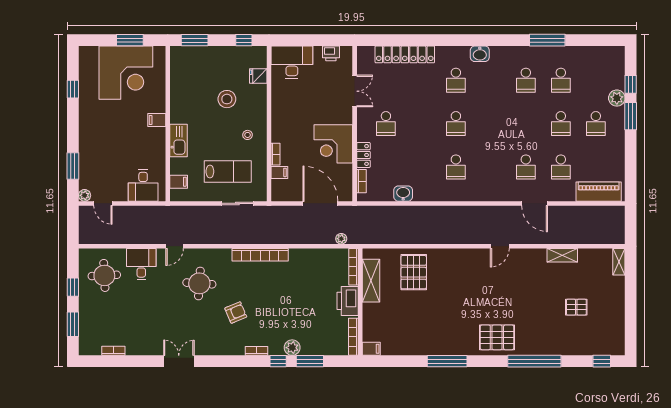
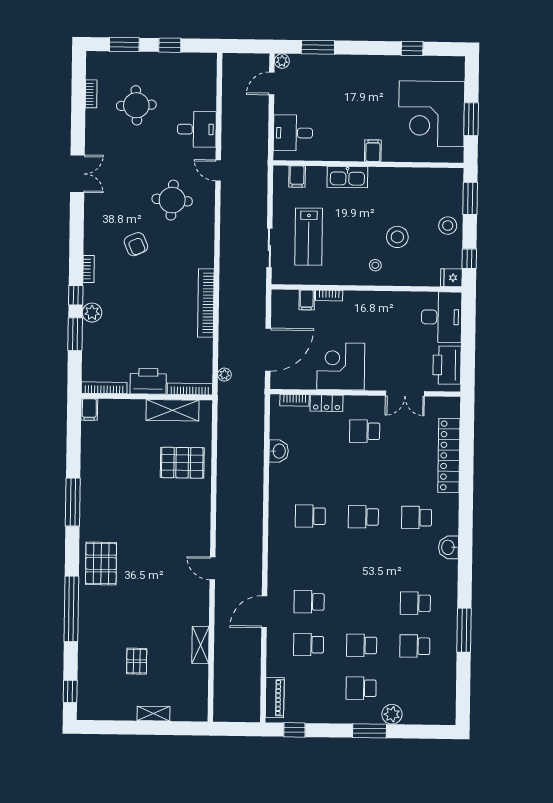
printer: (331, 53) -> (447, 365), width x1.87, depth x1.48
stool: (217, 58) -> (448, 226), added
fridge: (258, 76) -> (451, 278), moved, turned -90
window: (631, 84) -> (294, 730), moved
stool: (248, 135) -> (375, 265), moved
piano: (599, 192) -> (275, 698), width x0.73, depth x0.75
bookcase: (260, 255) -> (206, 303), moved
shelving: (619, 262) -> (153, 714), moved
round table: (104, 275) -> (136, 105), moved

